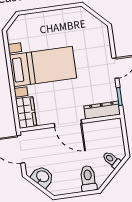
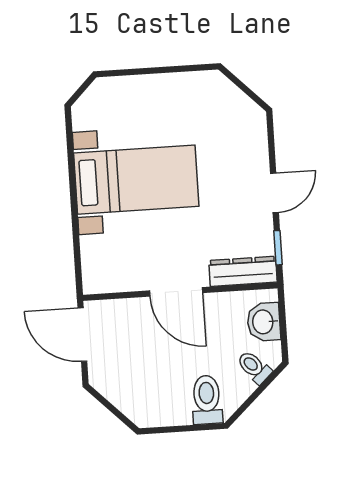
wardrobe: (26, 112) -> (98, 265), removed
washbasin: (42, 177) -> (264, 322), moved, turned -135

